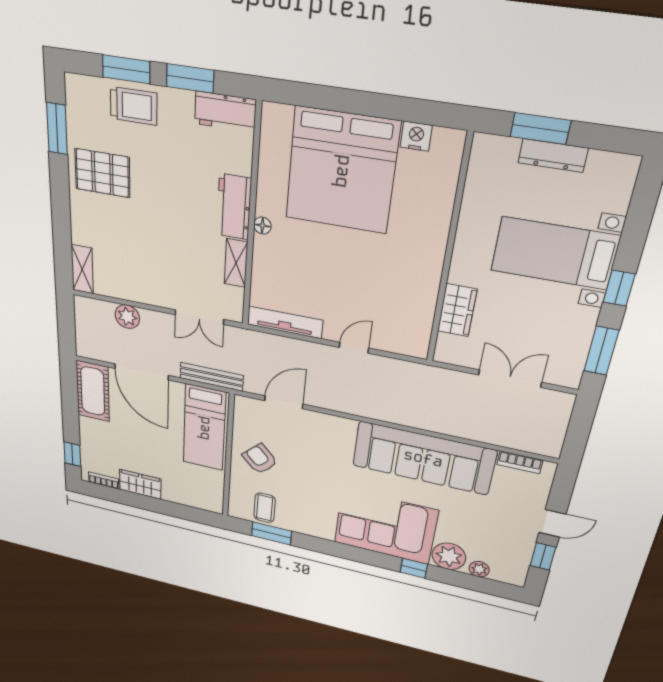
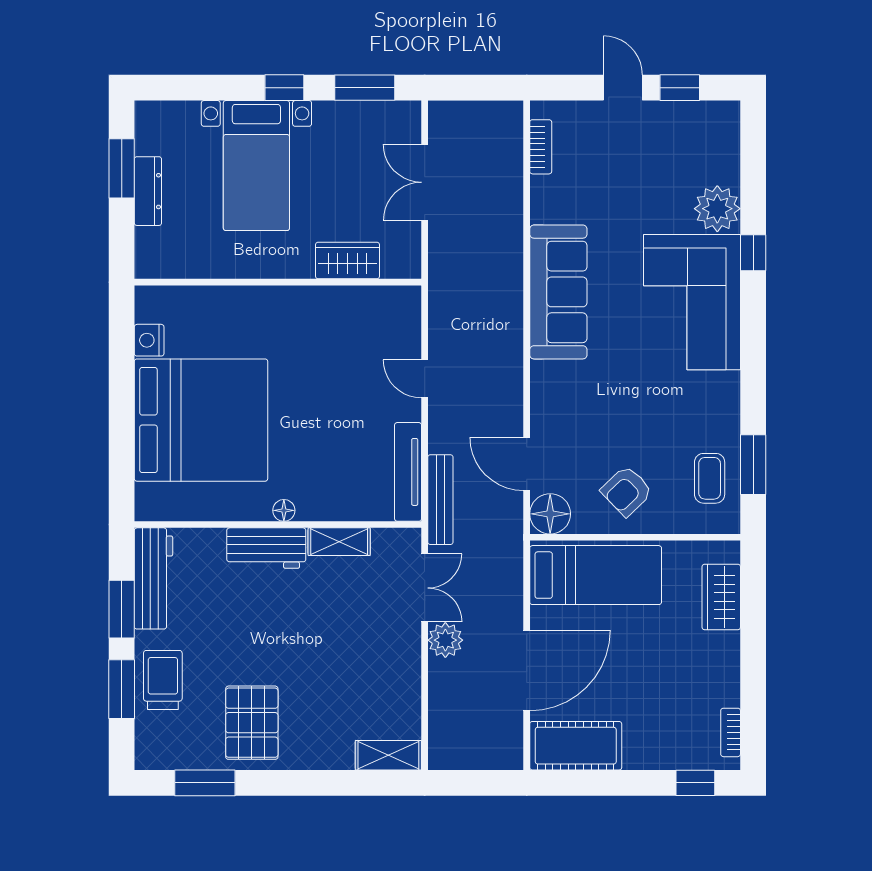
workbench: (225, 112) -> (154, 578), width x1.38
window: (540, 129) -> (122, 168), moved
plant: (127, 317) -> (445, 640), moved
bench: (212, 377) -> (440, 500), moved
floor lamp: (247, 409) -> (550, 514), added
sofa: (423, 458) -> (558, 292), width x0.74, depth x0.79
wardrobe: (140, 484) -> (721, 597), moved
coffee table: (265, 508) -> (710, 478), turned 90
plant: (479, 569) -> (727, 165), removed

